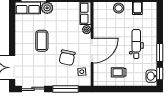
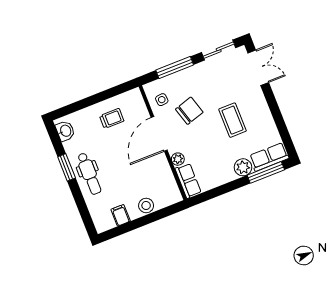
dental chair: (136, 44) -> (89, 174), moved
chair: (67, 58) -> (189, 111), turned 61
window: (160, 74) -> (55, 139), removed

